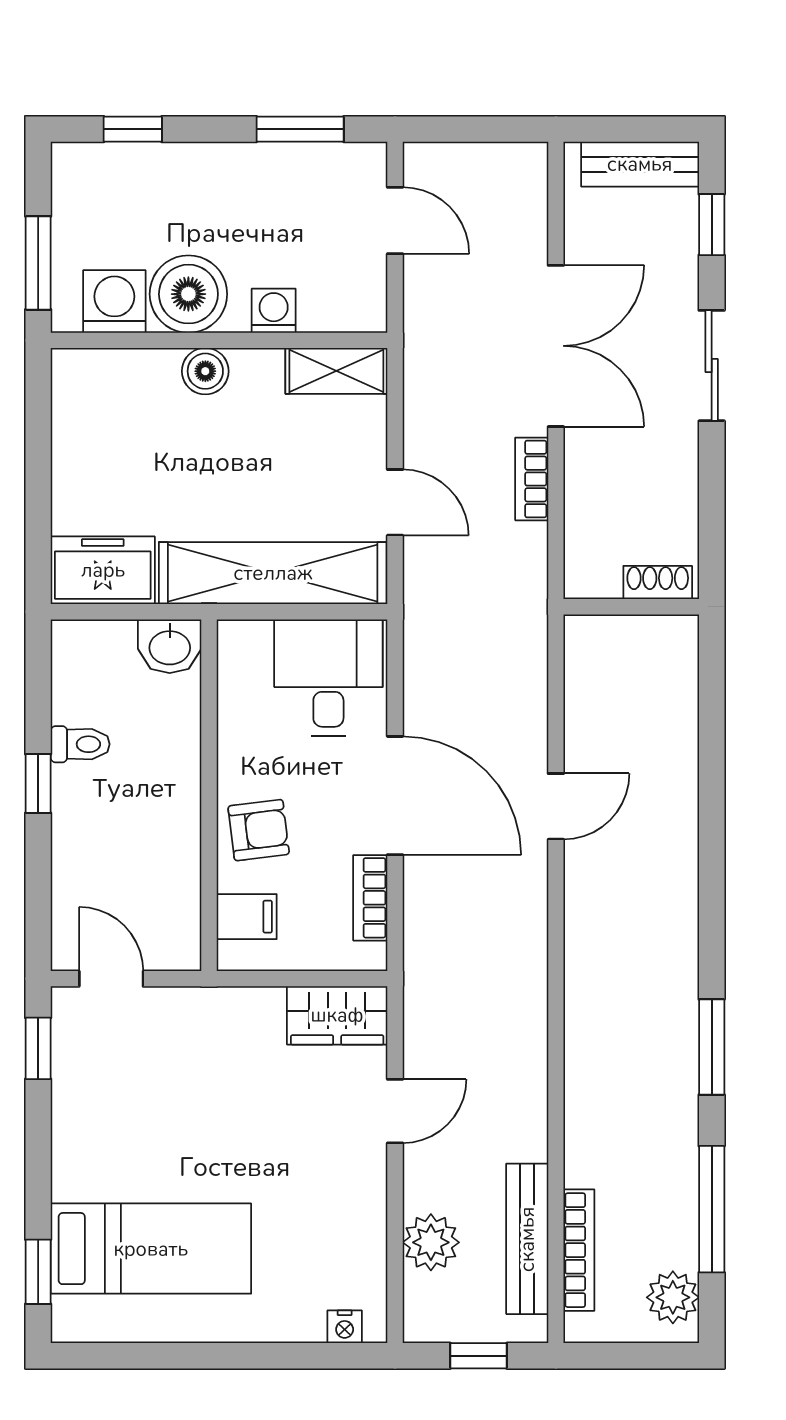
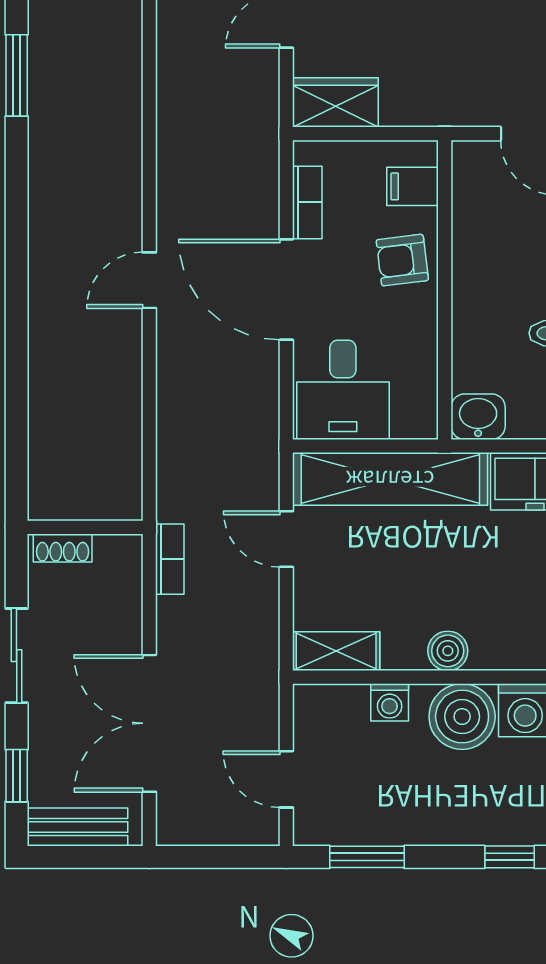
double door: (556, 346) -> (149, 723), moved
shoe rack: (658, 582) -> (63, 548), moved
wall: (631, 607) -> (85, 527), moved

